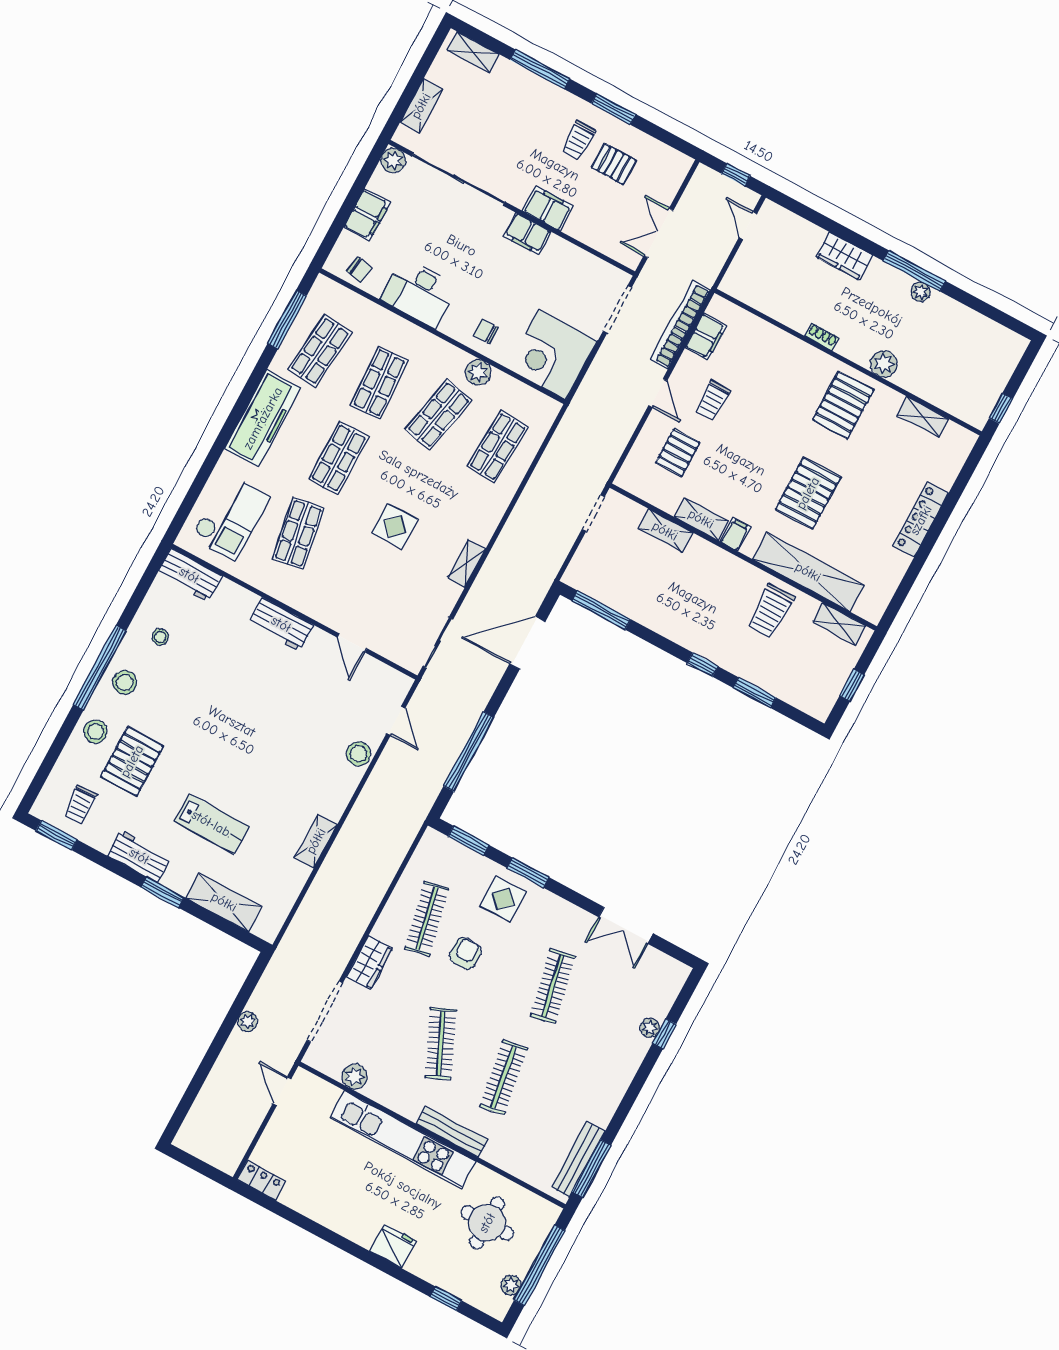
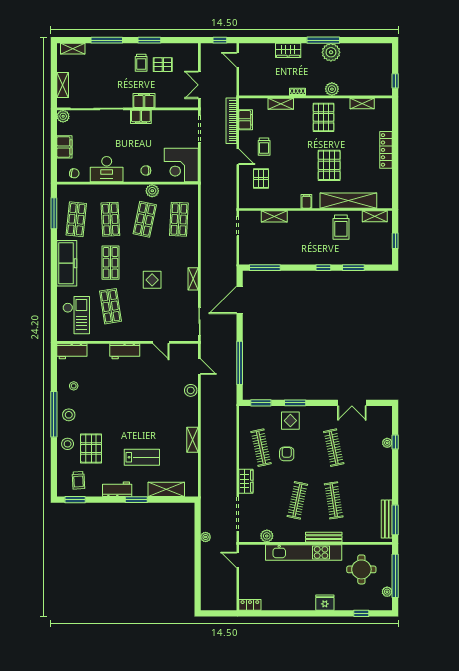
plant: (921, 292) -> (331, 52), width x1.87, depth x1.87
shelving: (701, 519) -> (281, 104), moved
clothes rail: (441, 1043) -> (297, 500), turned 36

